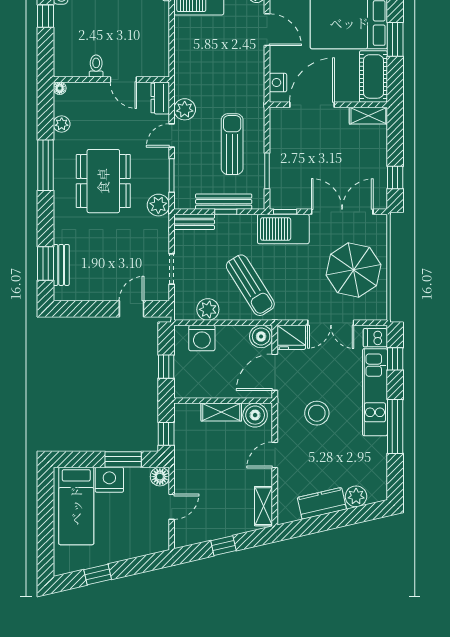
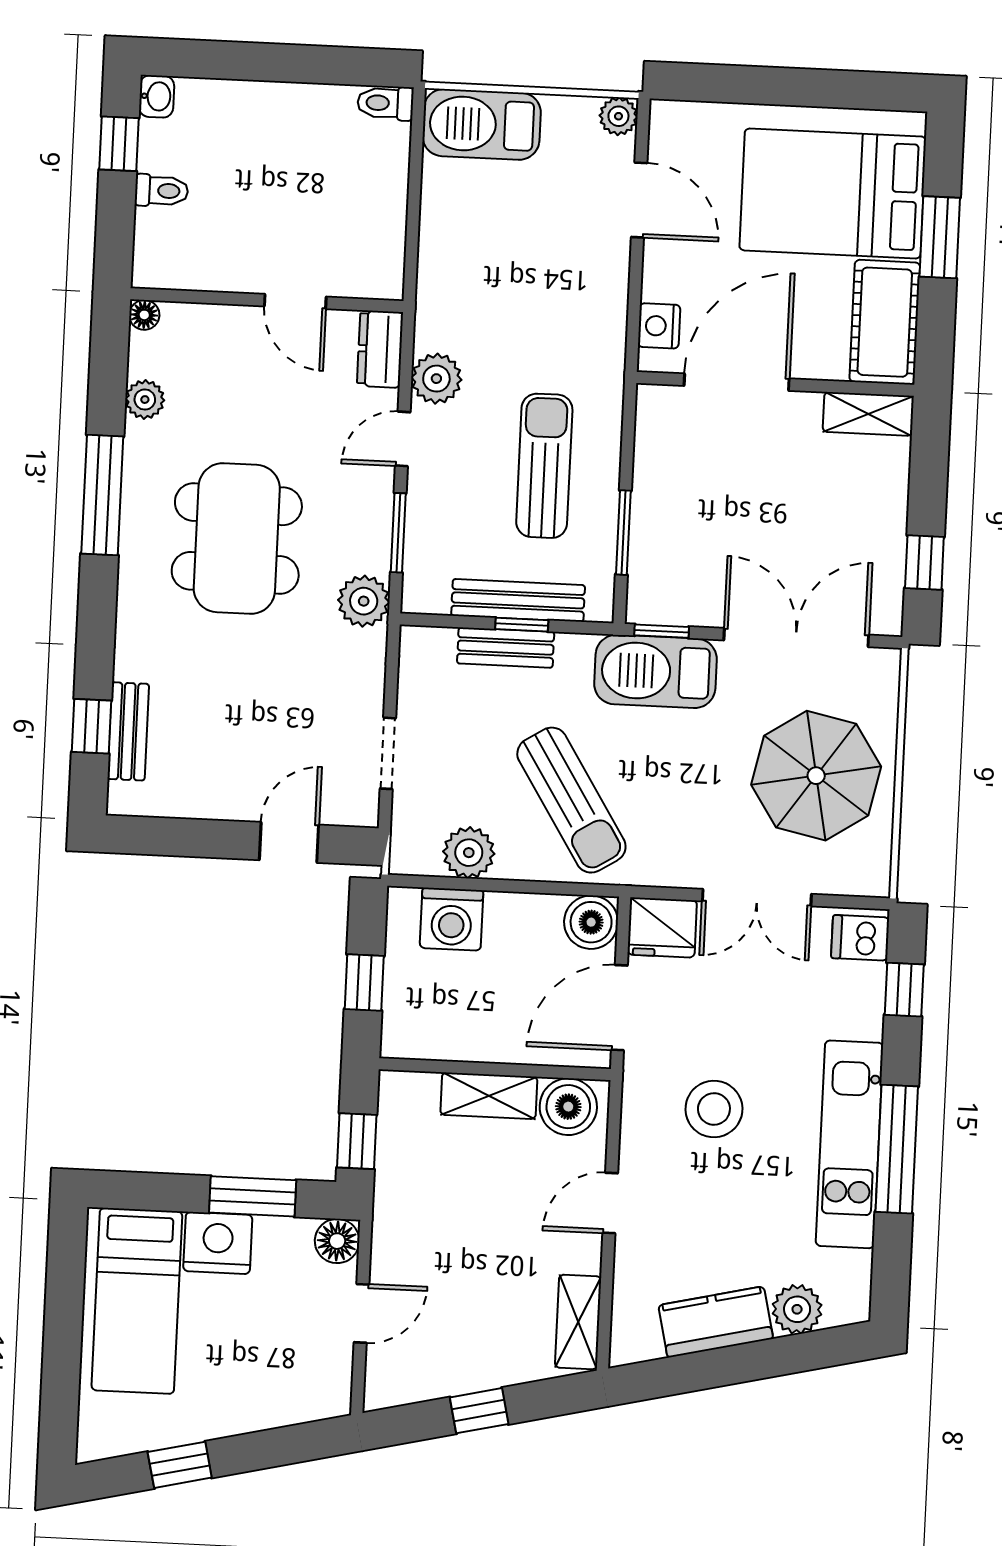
toilet: (96, 66) -> (161, 191), moved, turned 90
bench: (194, 222) -> (506, 648), moved
window: (46, 263) -> (91, 726), width x0.67
kitchen unit: (375, 392) -> (850, 1144), moved

